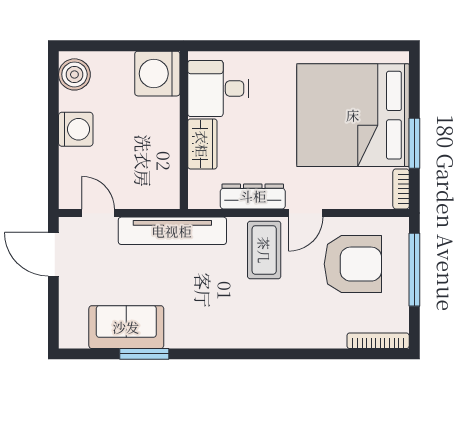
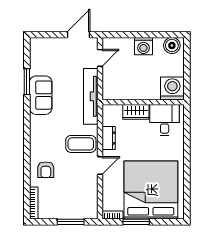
dresser: (253, 196) -> (109, 138), width x0.70
door: (306, 213) -> (100, 165), swing flipped
armchair: (353, 264) -> (46, 170), moved, width x0.53, depth x0.53
window: (414, 270) -> (71, 222), width x0.69
sofa: (126, 327) -> (41, 95), moved

